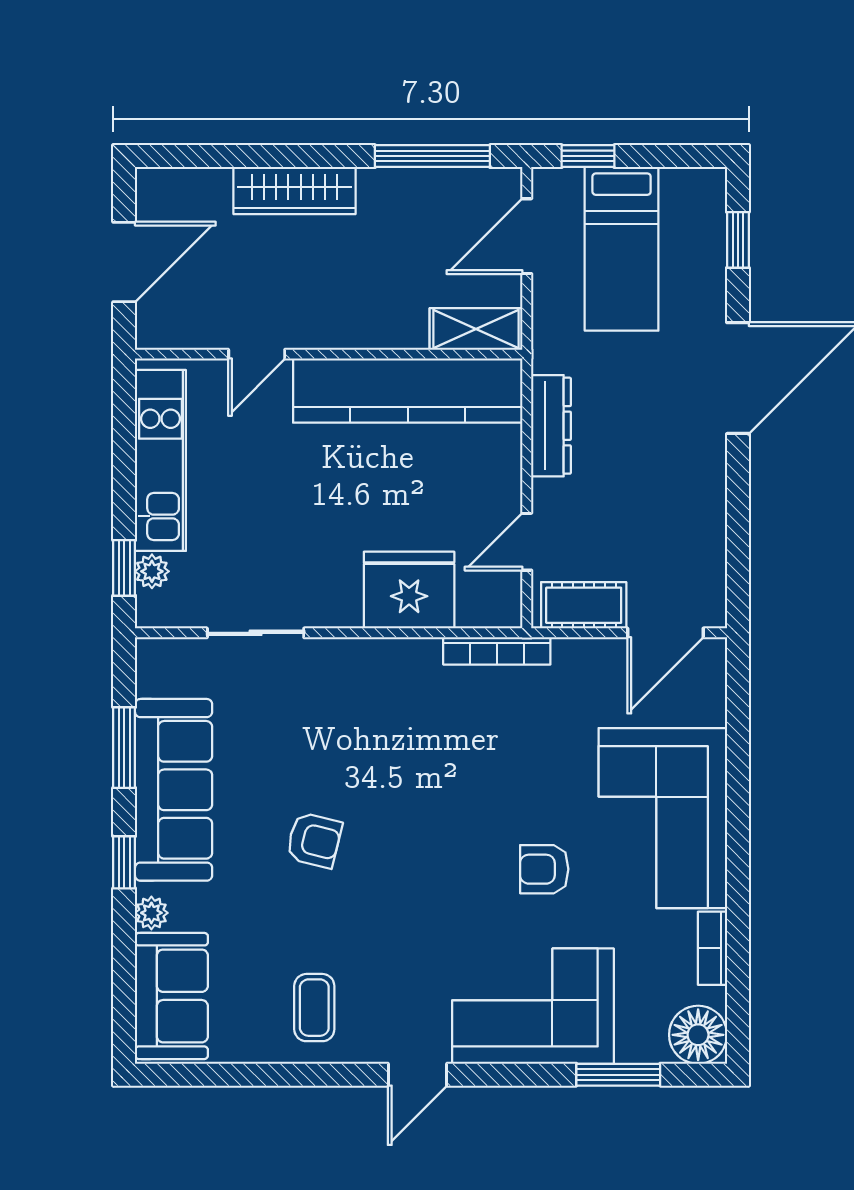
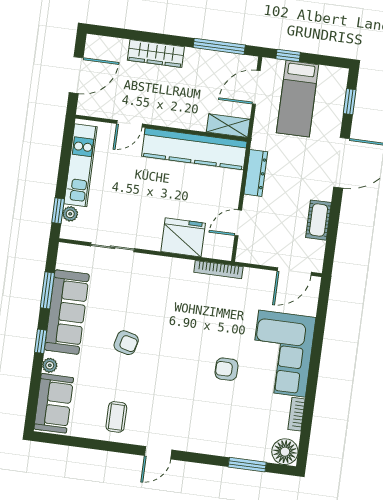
cot: (584, 605) -> (318, 220), moved, turned 90
corner sofa: (533, 1006) -> (213, 429), removed

